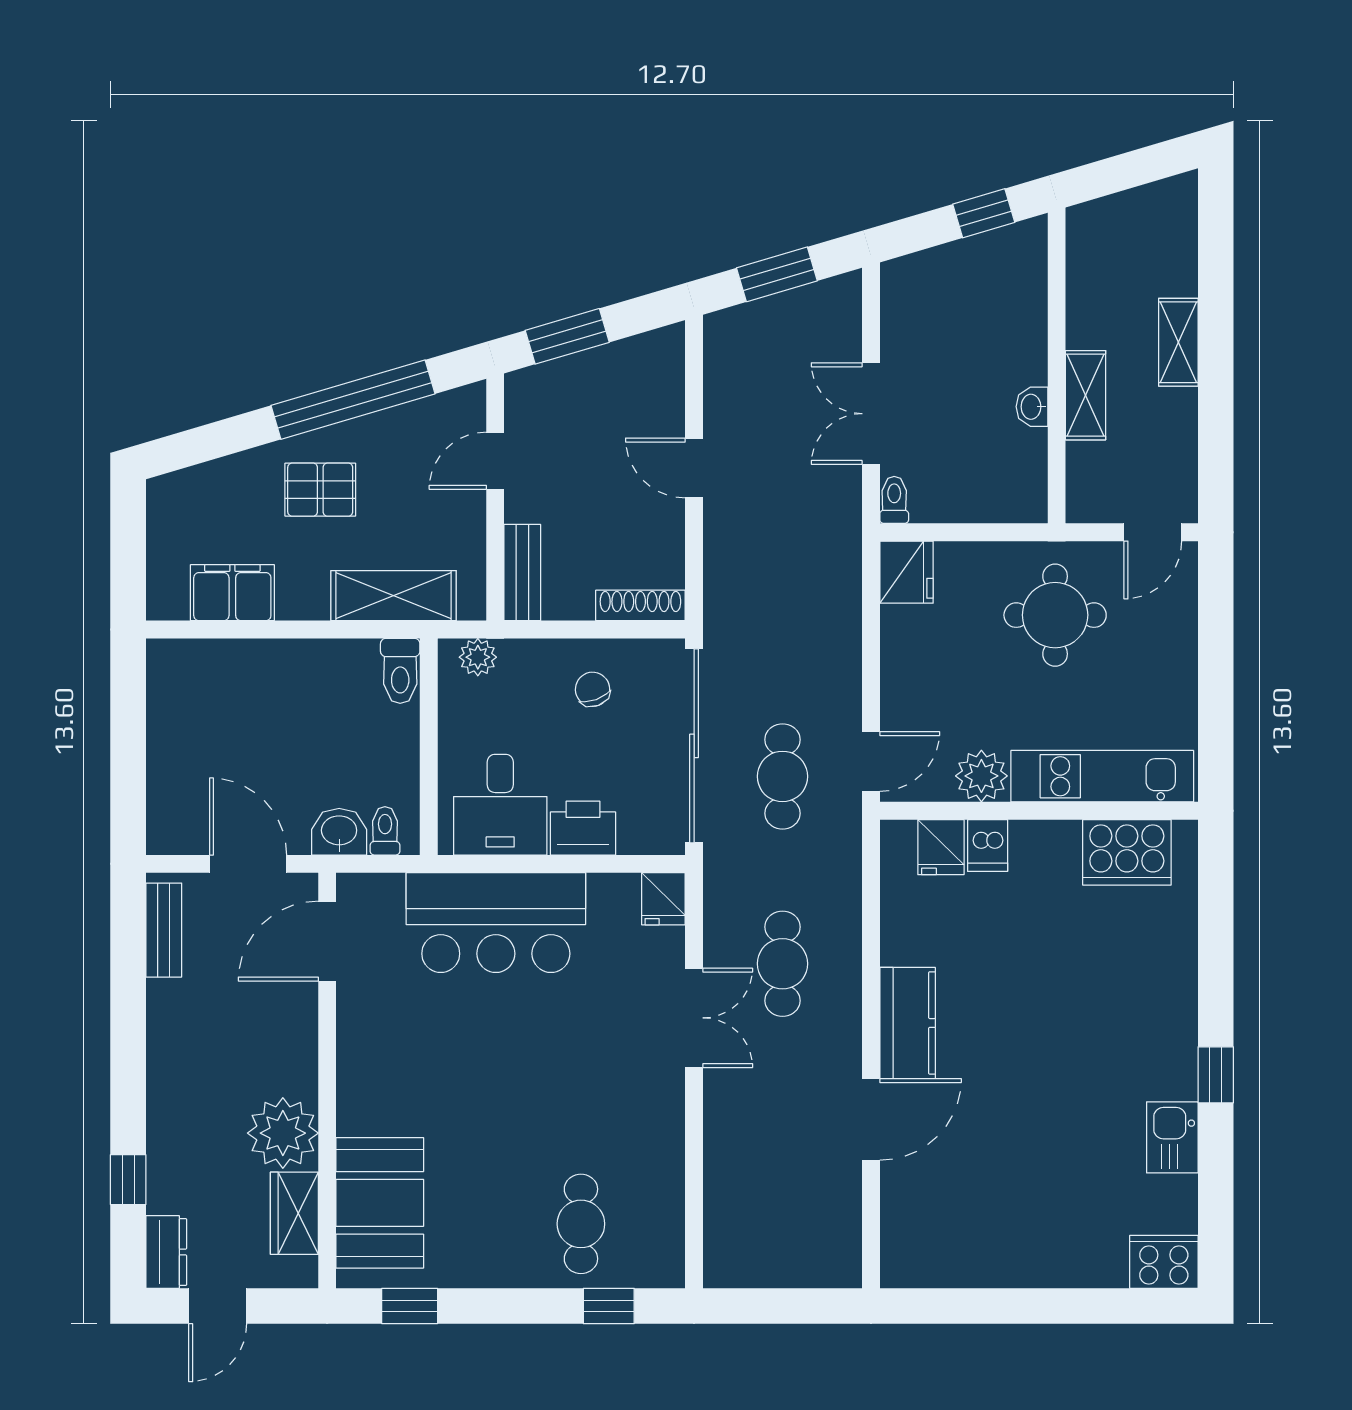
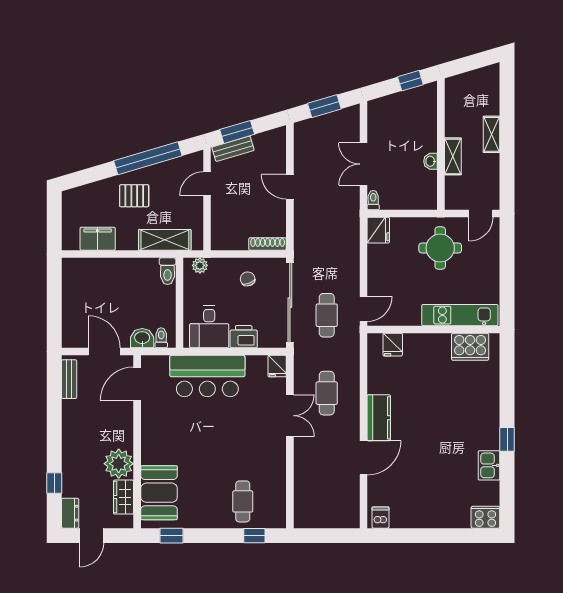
bench: (522, 573) -> (233, 149), moved, turned 74
plant: (981, 776) -> (410, 315), removed
dishwasher: (988, 845) -> (380, 518), moved, turned 180

